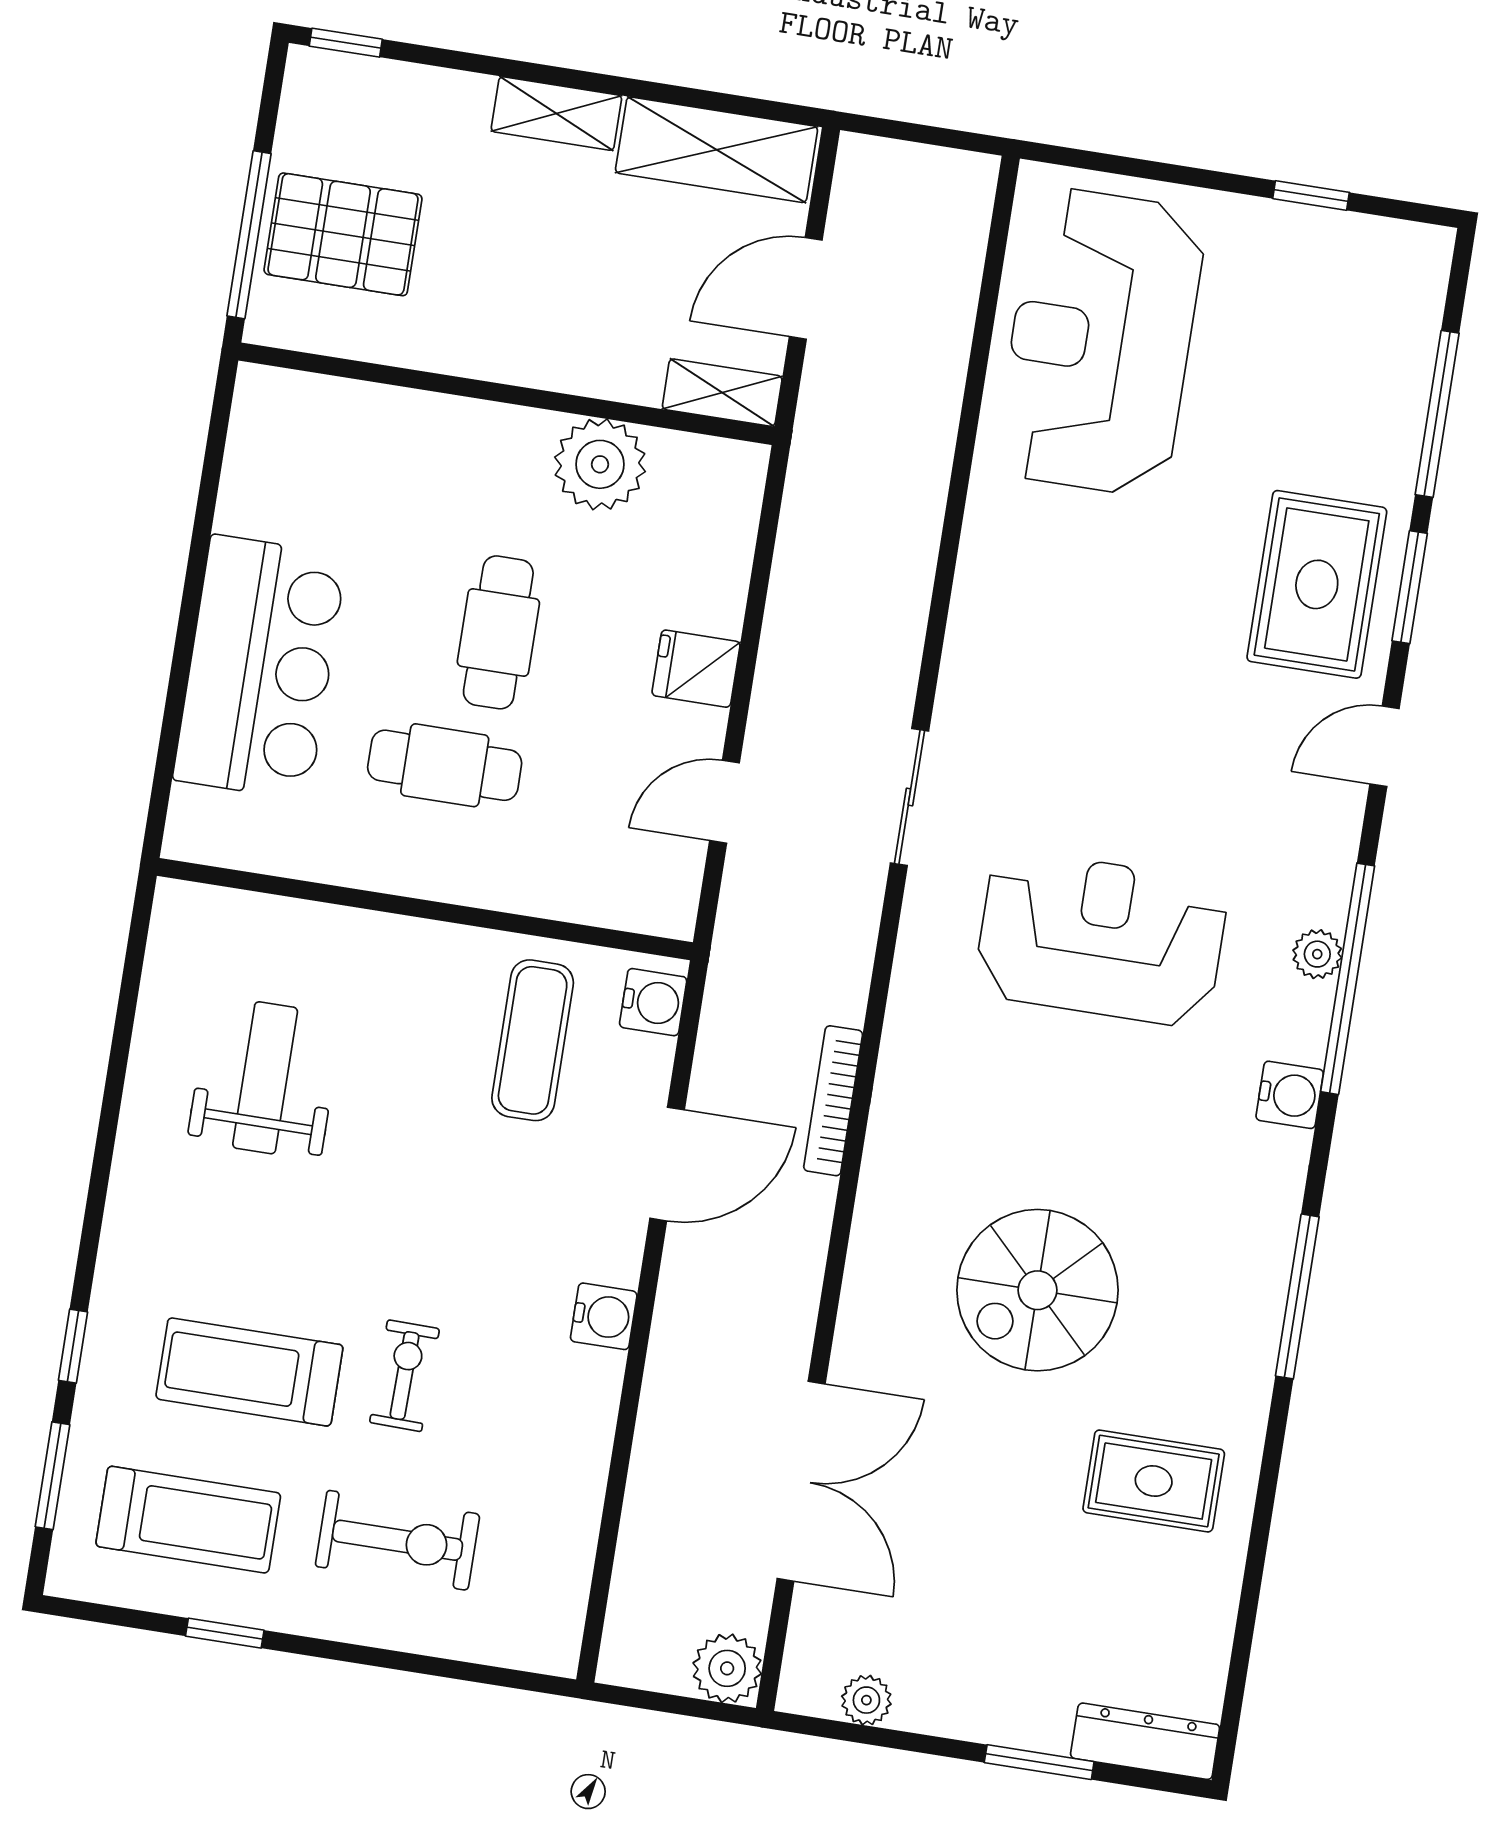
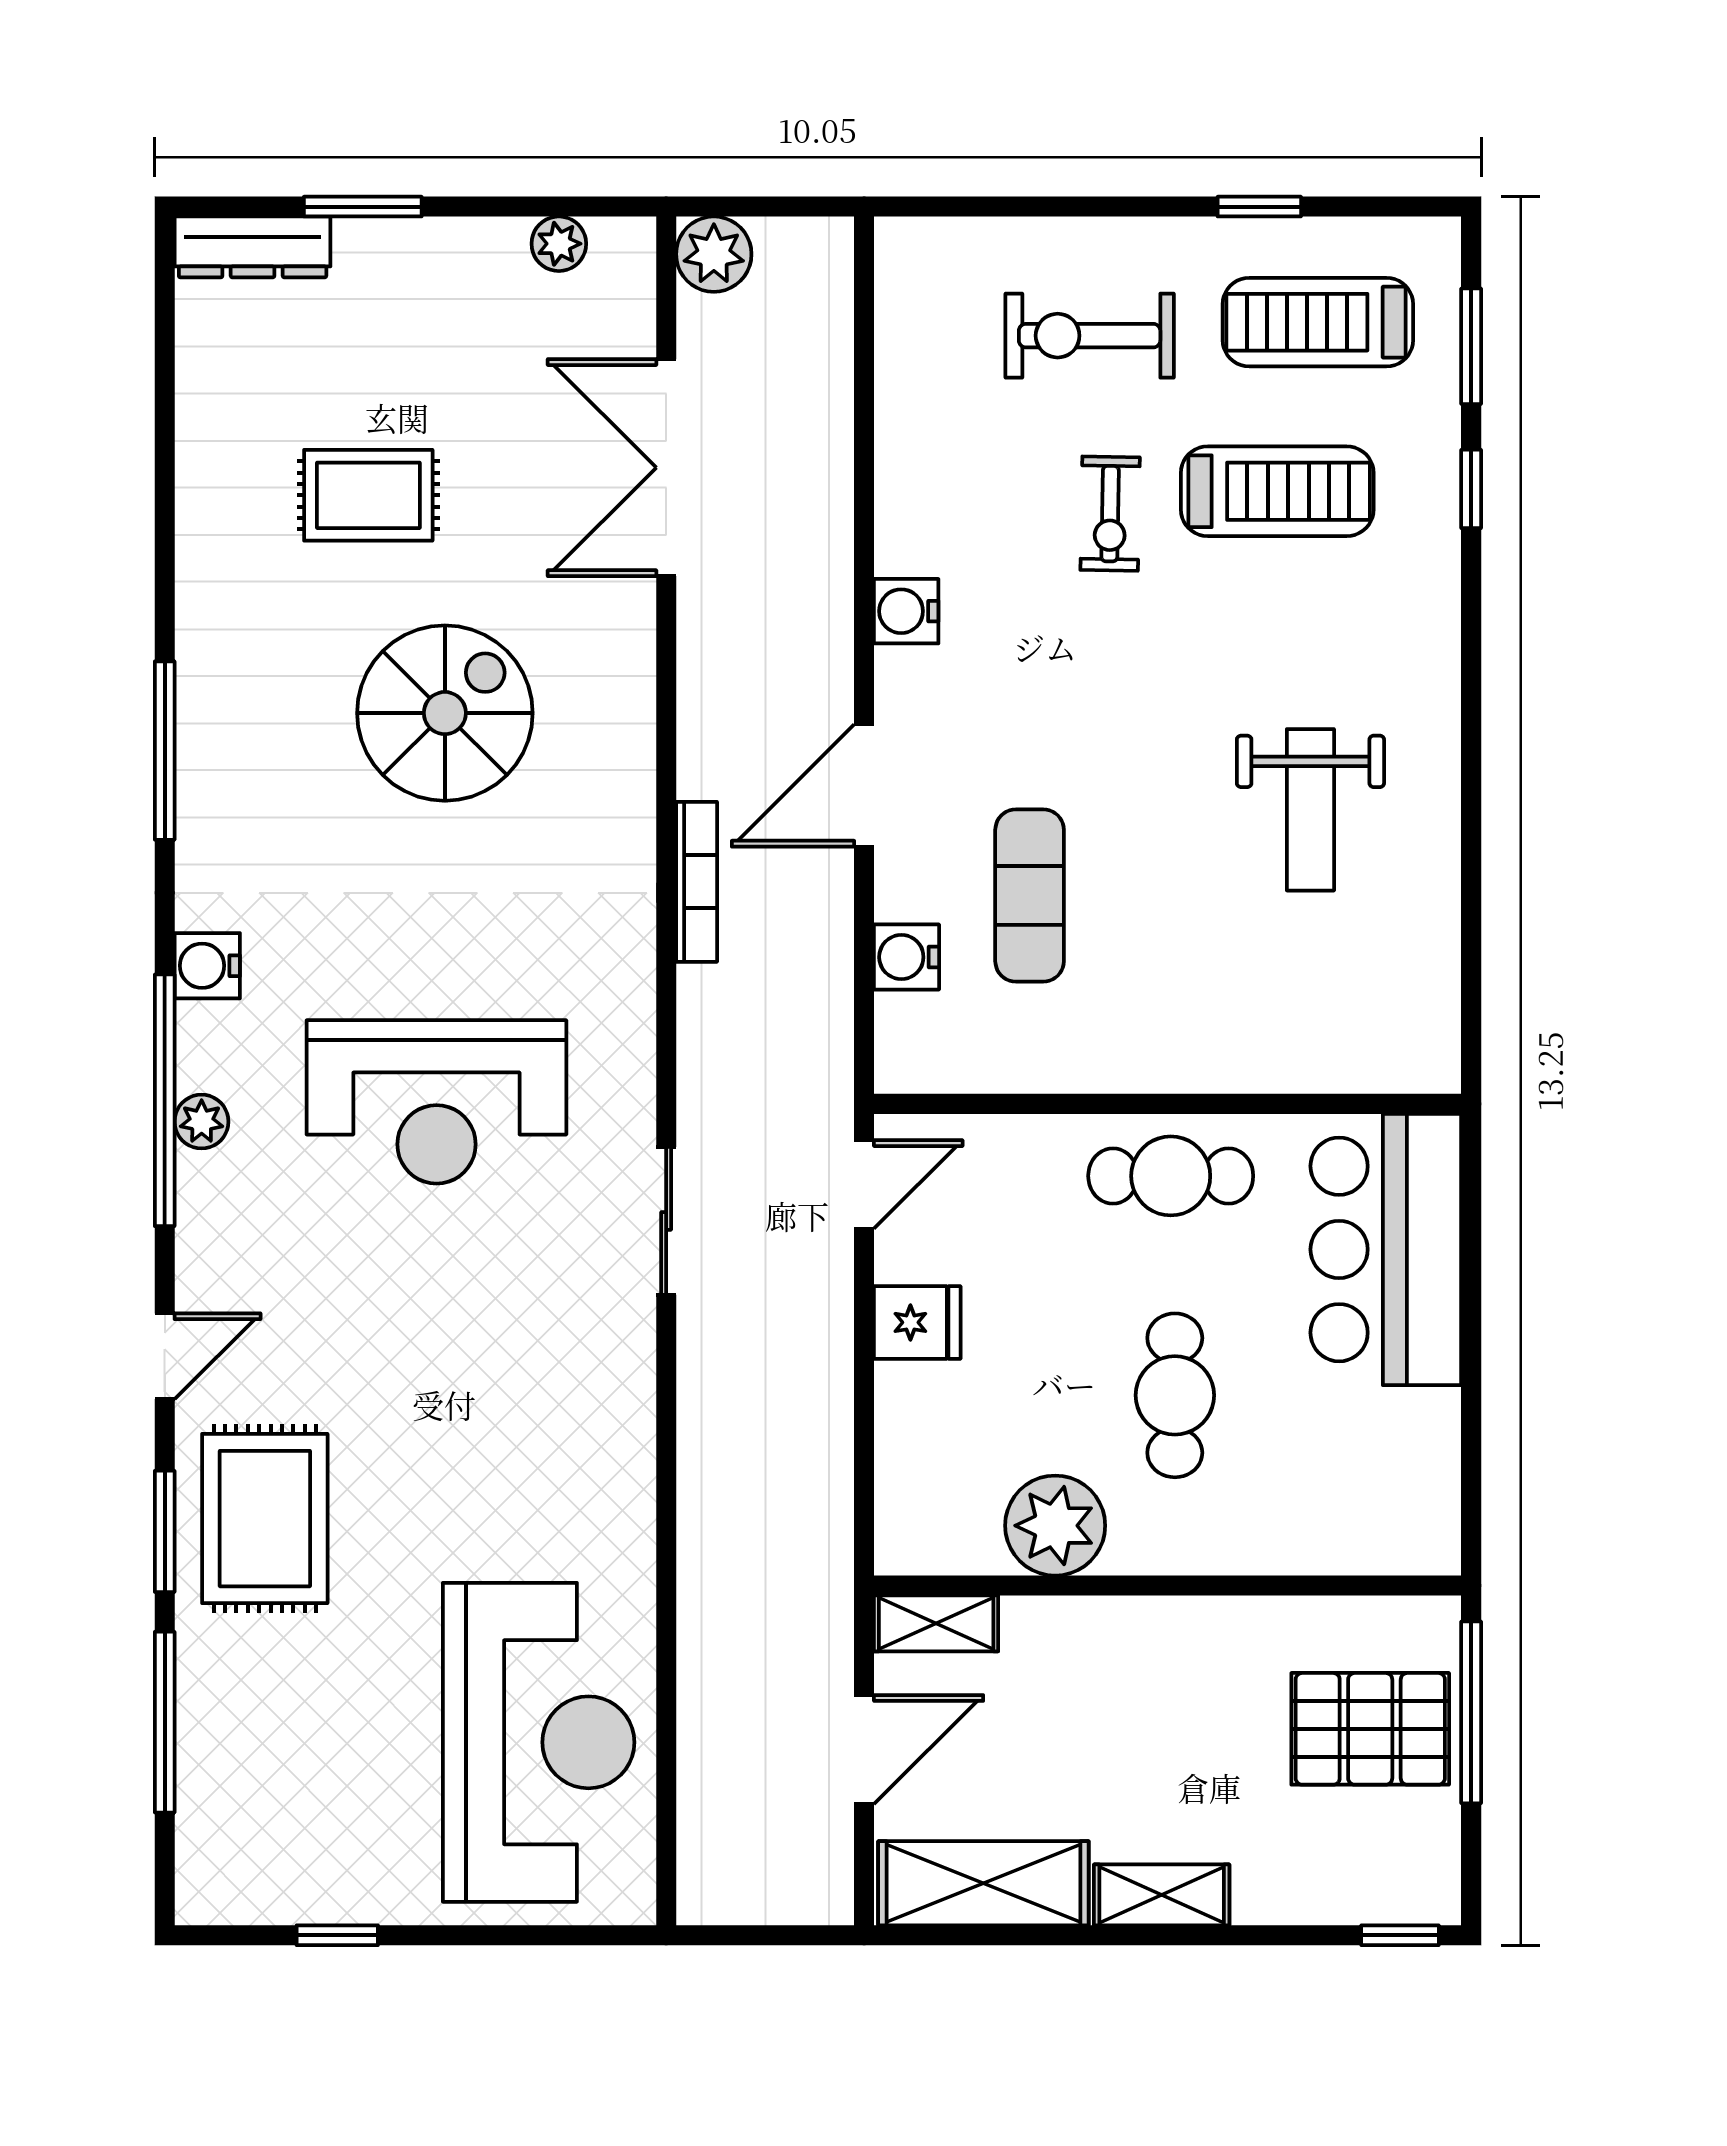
cafe table: (498, 632) -> (1175, 1395), moved
wall: (425, 909) -> (1168, 1104), moved
rug: (1154, 1481) -> (368, 495), moved

